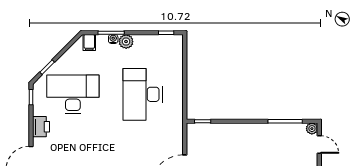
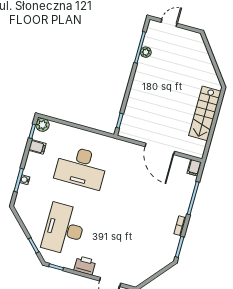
plant: (126, 42) -> (42, 125), moved
filing cabinet: (89, 43) -> (37, 147), moved
plant: (312, 129) -> (146, 52), moved

